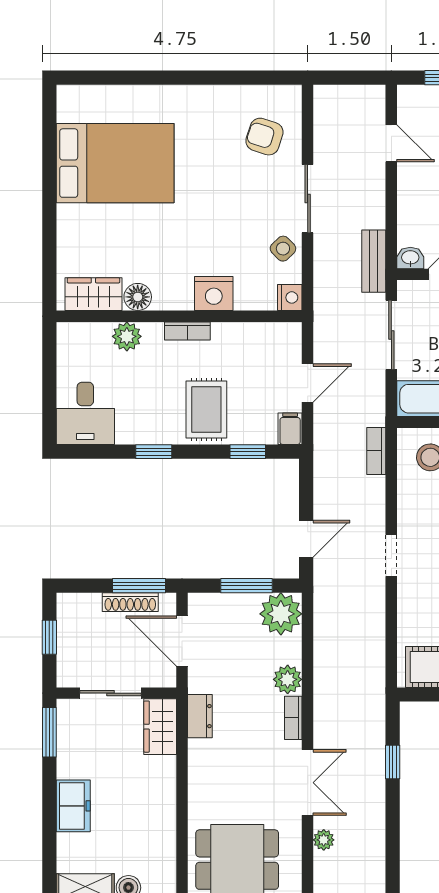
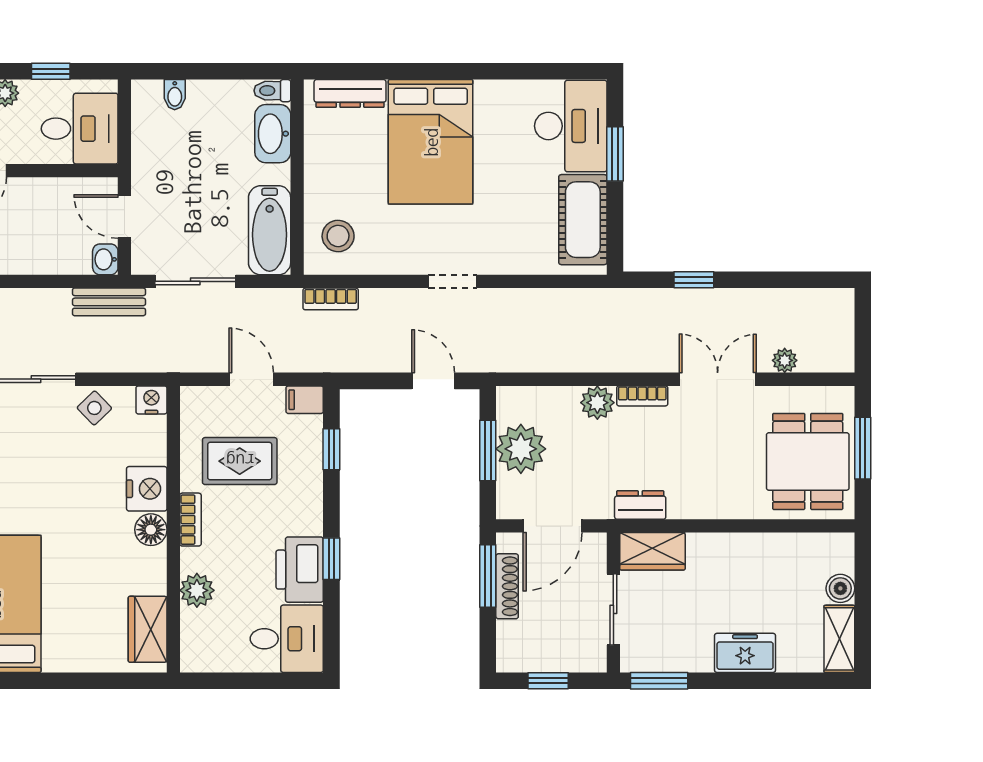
floor lamp: (138, 297) -> (151, 530), moved
rug: (206, 409) -> (240, 461), moved
printer: (145, 424) -> (300, 570), added
plant: (281, 614) -> (521, 449), moved

